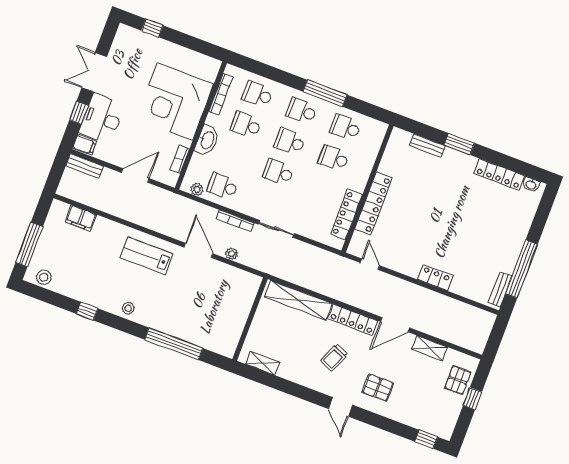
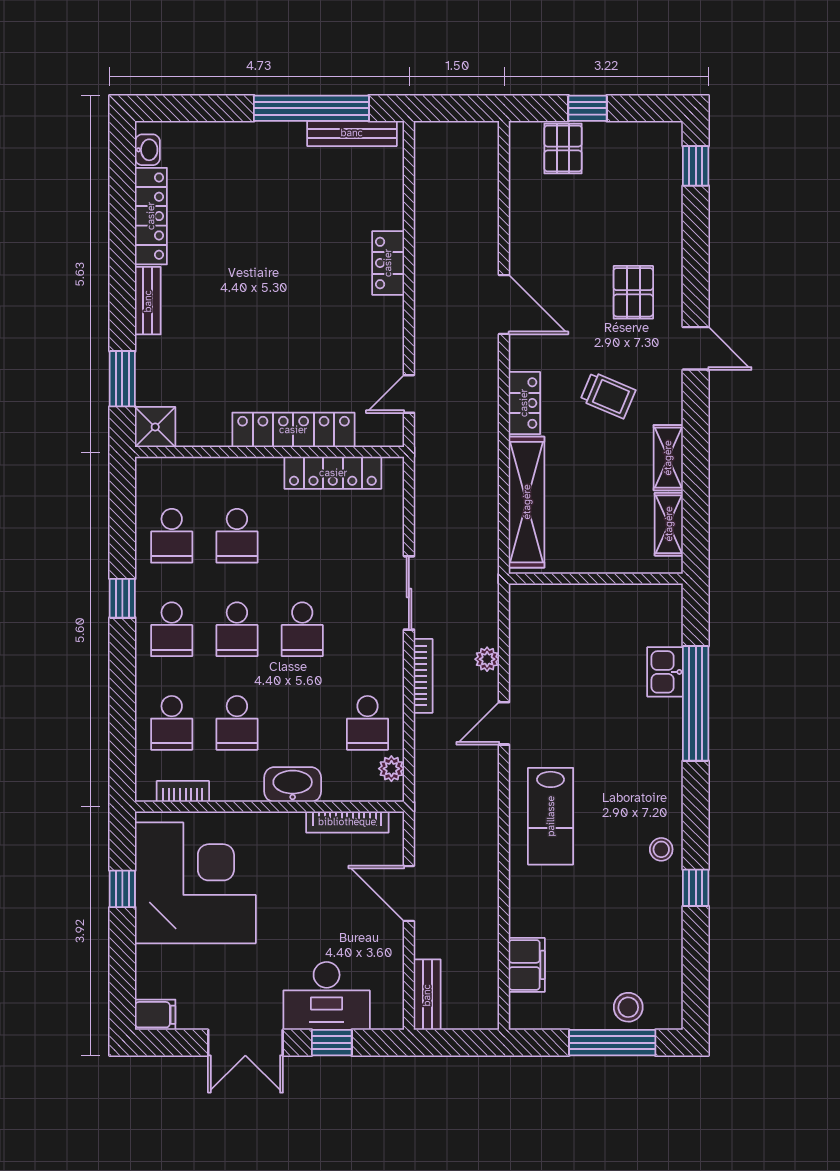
window: (152, 28) -> (122, 889), moved
window: (325, 93) -> (122, 598), width x0.46
bookcase: (221, 94) -> (183, 791), width x0.64
corner desk: (175, 101) -> (195, 883), moved, turned -90
shower: (399, 139) -> (155, 427), added
window: (459, 144) -> (122, 379), moved
filing cabinet: (85, 145) -> (155, 1015), moved, turned 90
bench: (427, 146) -> (148, 301), moved
bookcase: (180, 159) -> (347, 822), width x1.56
door: (198, 250) -> (504, 723), width x0.73
stool: (44, 277) -> (628, 1007), moved
bench: (500, 289) -> (352, 133), width x1.36
stool: (128, 308) -> (661, 849), moved
locker: (353, 320) -> (524, 403), width x0.66
kitchen sink: (194, 335) -> (665, 672), added
shelving: (430, 348) -> (668, 458), moved
pallet: (458, 380) -> (563, 148), turned 90
door: (340, 407) -> (696, 348), hinge flipped

